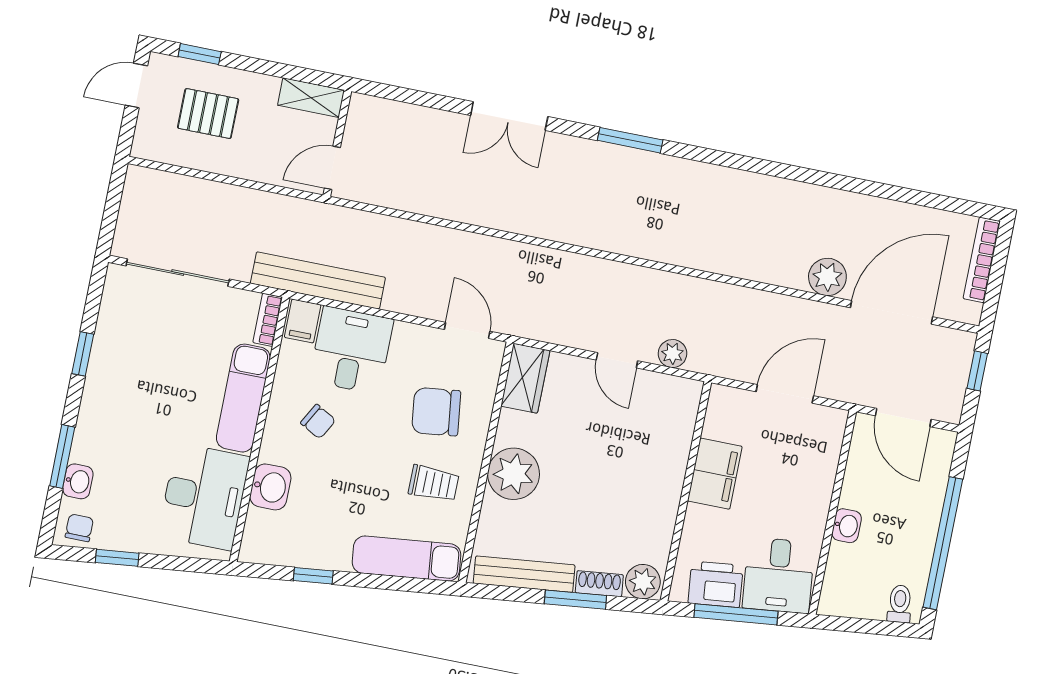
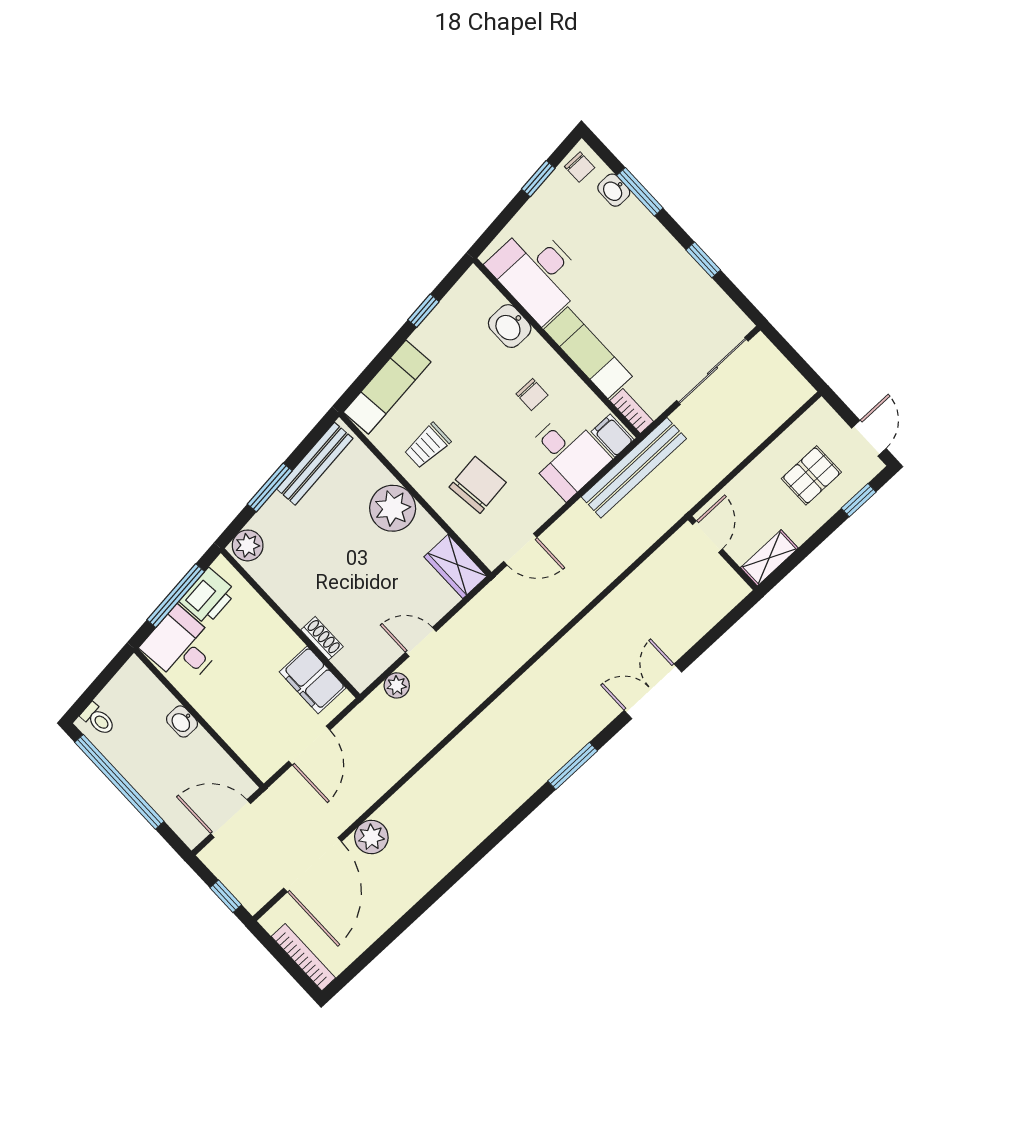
chair: (318, 422) -> (532, 394), turned -119
filing cabinet: (715, 474) -> (313, 680), moved
shoe rack: (599, 584) -> (322, 638), moved, turned -84

